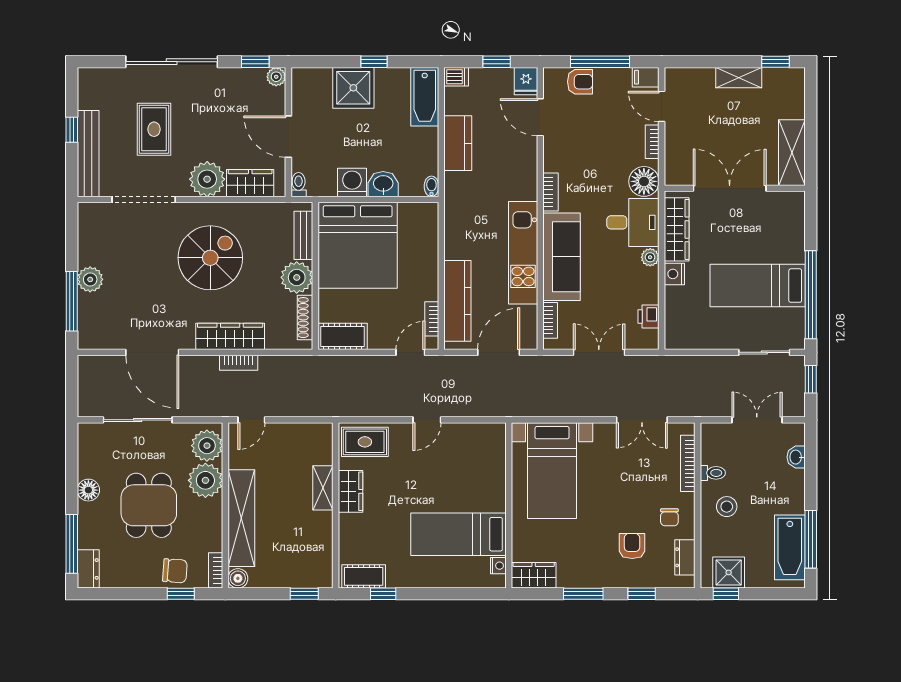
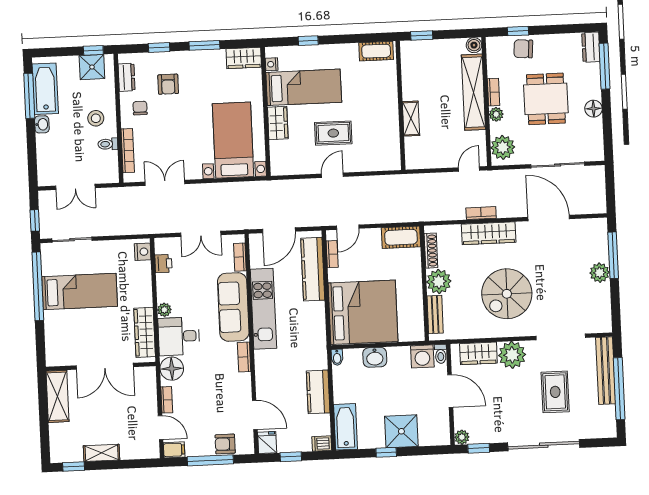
window: (72, 130) -> (619, 389), width x3.17
washing machine: (352, 182) -> (422, 356), moved
bed: (358, 245) -> (363, 312), moved, turned 90
nightstand: (674, 274) -> (143, 252), moved
rug: (365, 442) -> (333, 133), moved
washbasin: (796, 457) -> (42, 124), moved
plant: (205, 480) -> (496, 114), width x0.53, depth x0.53
wardrobe: (350, 491) -> (278, 123), moved, turned 180
bookcase: (216, 570) -> (493, 92), moved
window: (383, 594) -> (308, 41), moved

